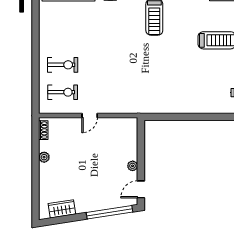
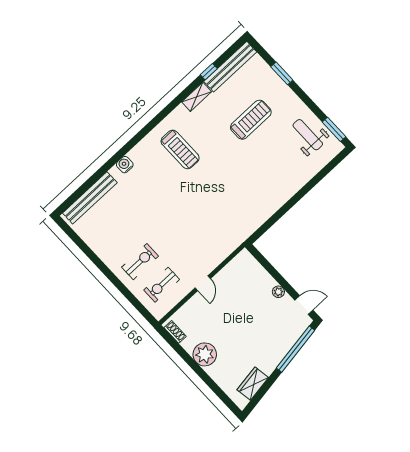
exercise bike: (63, 92) -> (162, 285), turned 180
plant: (44, 157) -> (205, 354), width x1.87, depth x1.87
door: (141, 189) -> (304, 305), swing flipped

